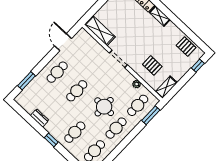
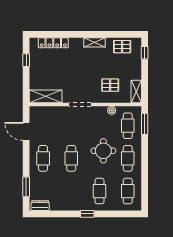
shelving: (160, 16) -> (95, 42), moved
dresser: (40, 118) -> (40, 206), moved

